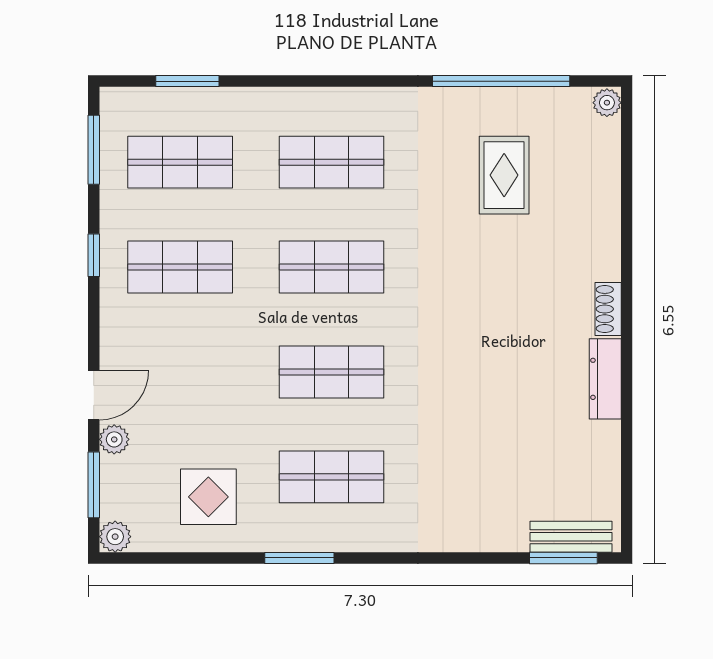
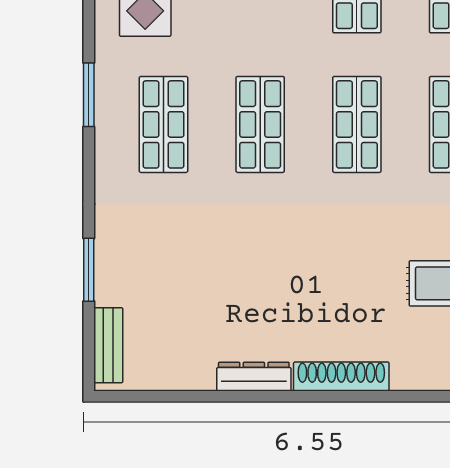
shoe rack: (608, 309) -> (341, 376), width x1.94, depth x1.24
window: (563, 558) -> (89, 270), moved

